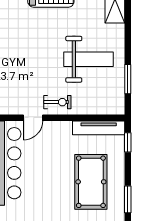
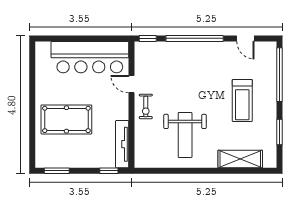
window: (128, 79) -> (167, 171), removed
pool table: (91, 182) -> (66, 119), moved

